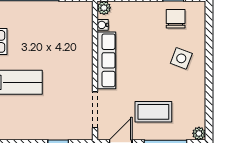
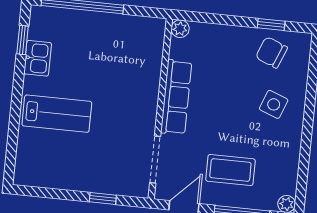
chair: (176, 19) -> (272, 52), turned -68
water cooler: (103, 25) -> (176, 51), removed

